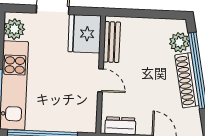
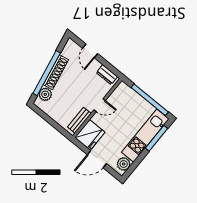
door: (100, 80) -> (100, 105), swing flipped

